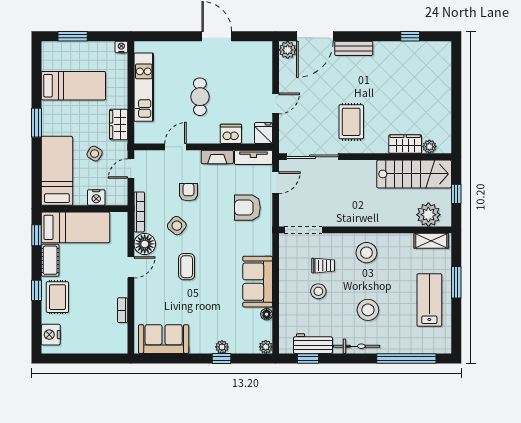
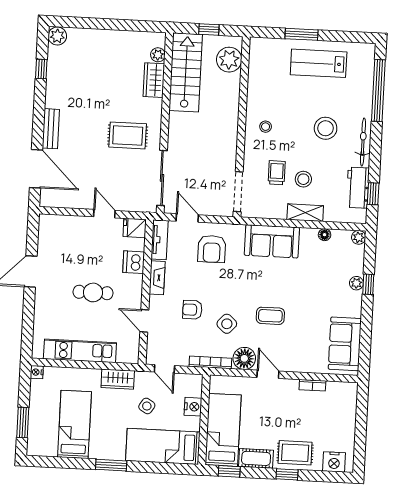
plant: (288, 50) -> (57, 36), moved
shelving: (431, 241) -> (305, 213), moved, turned 90
stool: (366, 253) -> (266, 127), width x0.53, depth x0.53
sofa: (258, 282) -> (272, 241), moved

